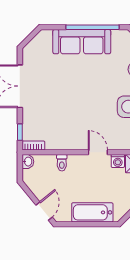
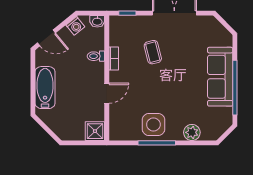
coffee table: (58, 107) -> (153, 52), added
bookcase: (33, 145) -> (114, 58), moved
washing machine: (118, 161) -> (75, 26), moved, turned -129

